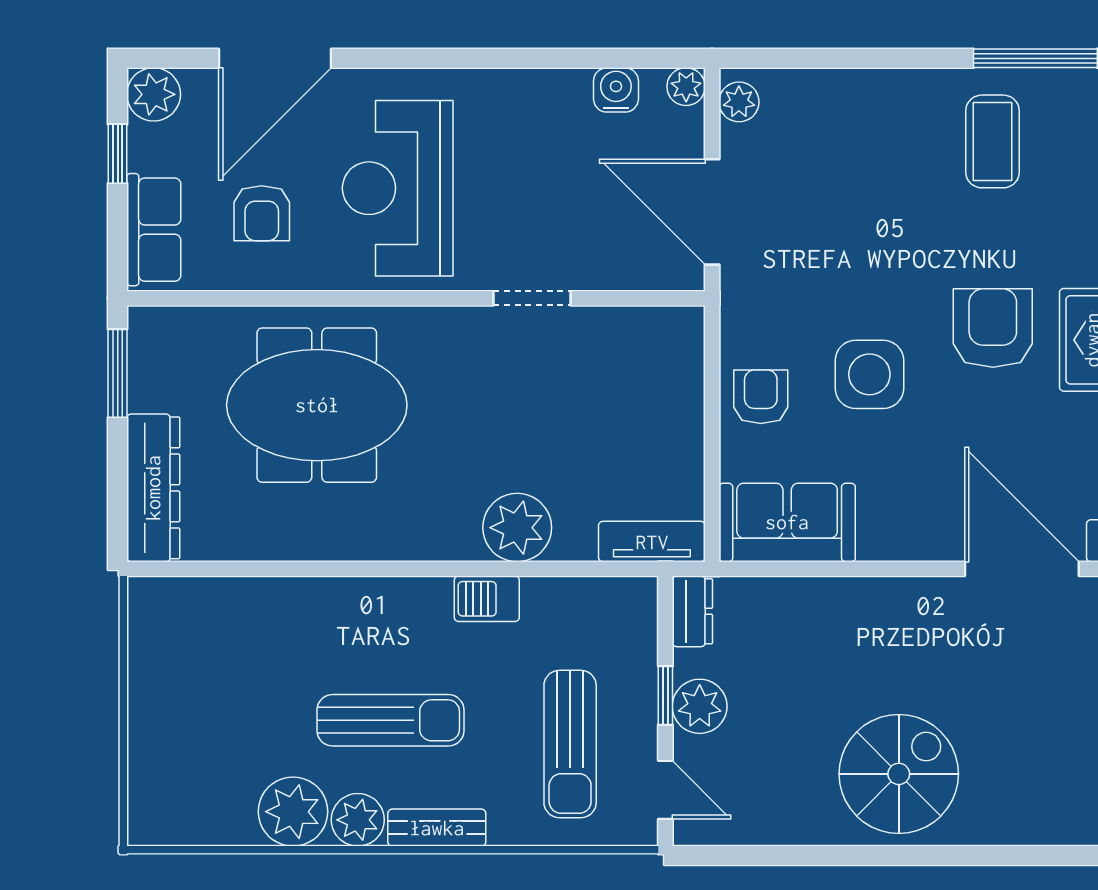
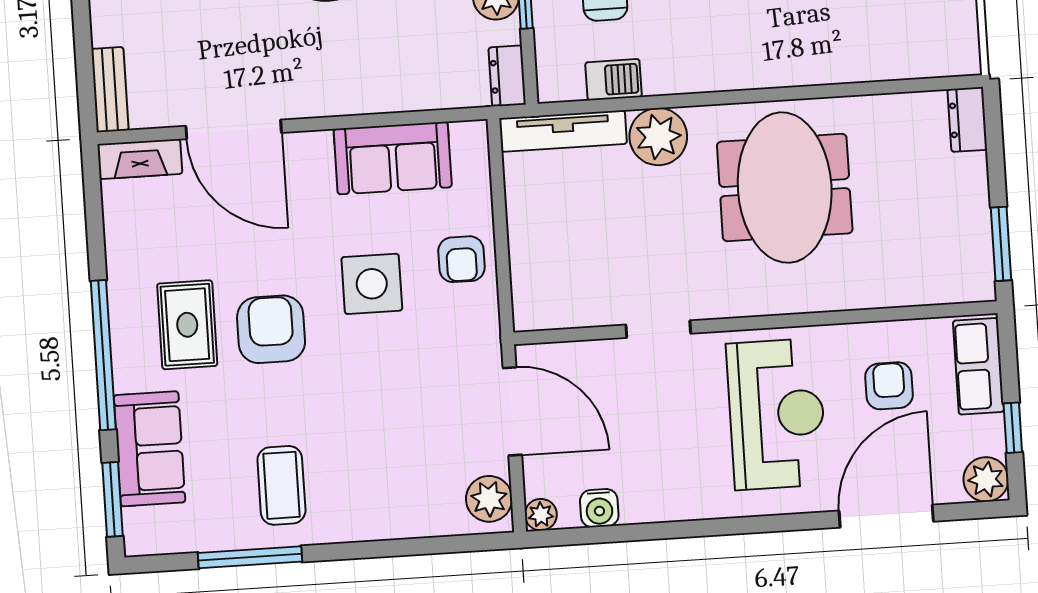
plant: (739, 102) -> (489, 499), width x1.38, depth x1.38
armchair: (993, 328) -> (271, 329), turned 180
meeting table: (317, 405) -> (785, 188), moved, turned 90
dresser: (153, 488) -> (967, 119), width x0.51, depth x0.80
sofa: (787, 522) -> (393, 158), moved
tv unit: (652, 542) -> (563, 131), width x1.41
barbecue: (487, 599) -> (614, 80), moved

